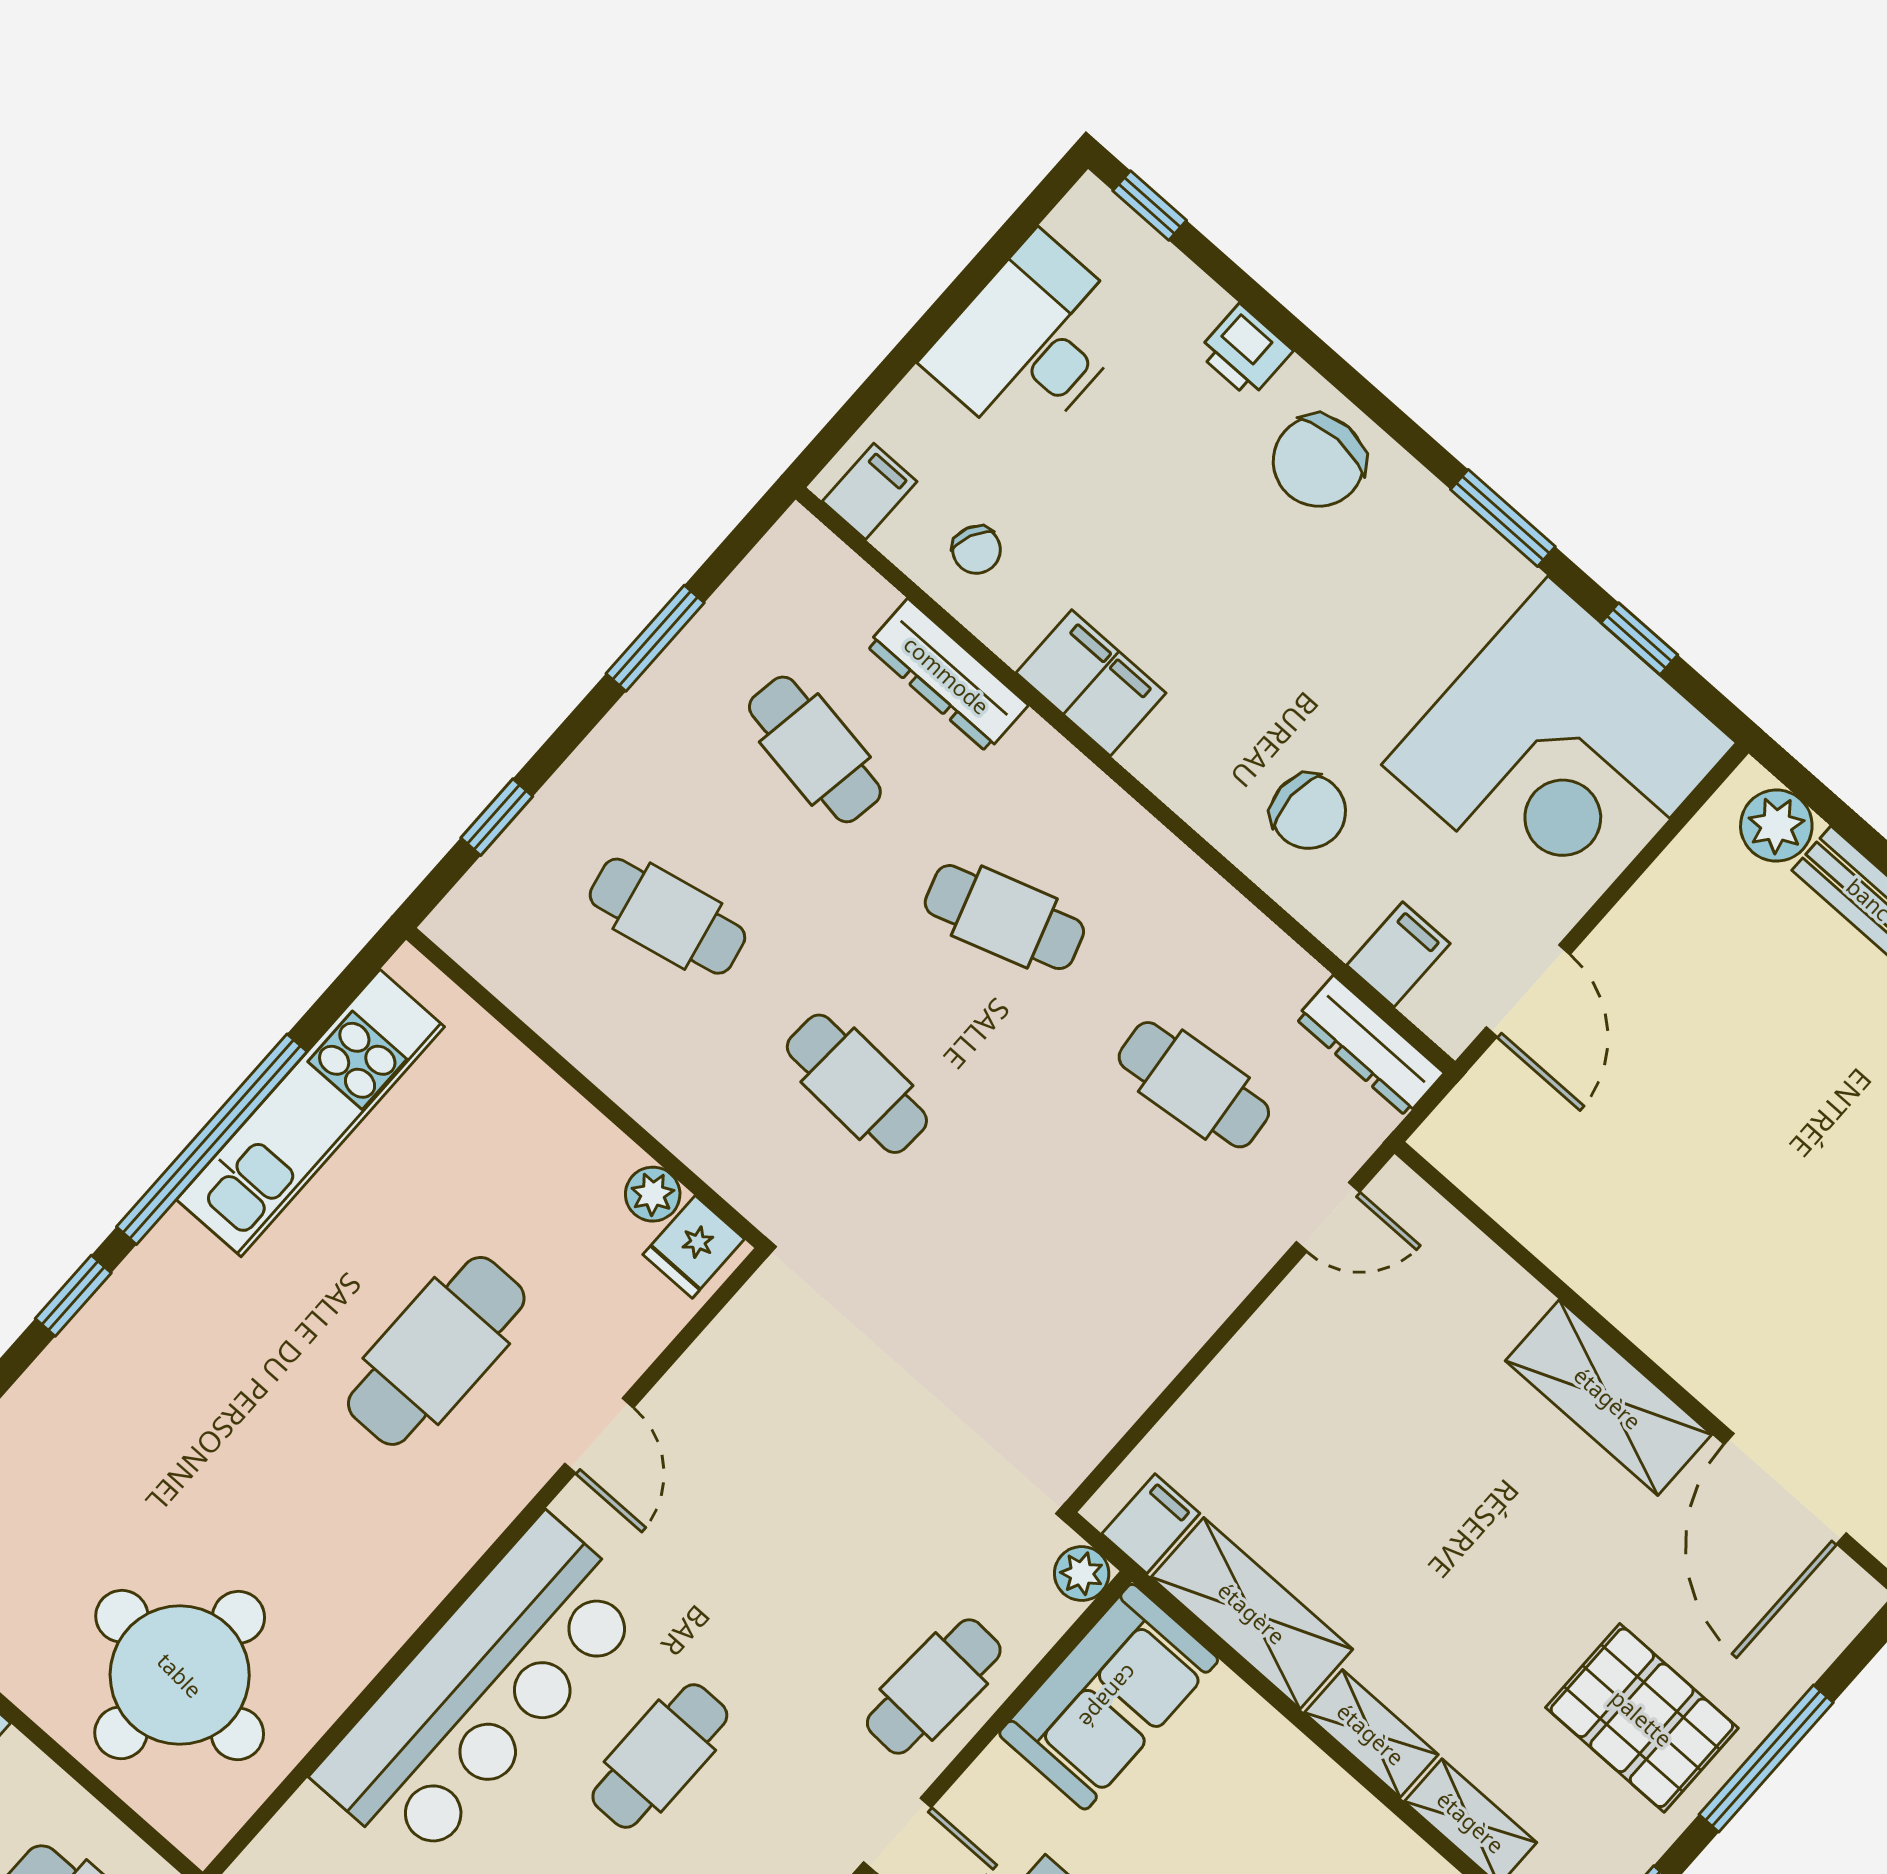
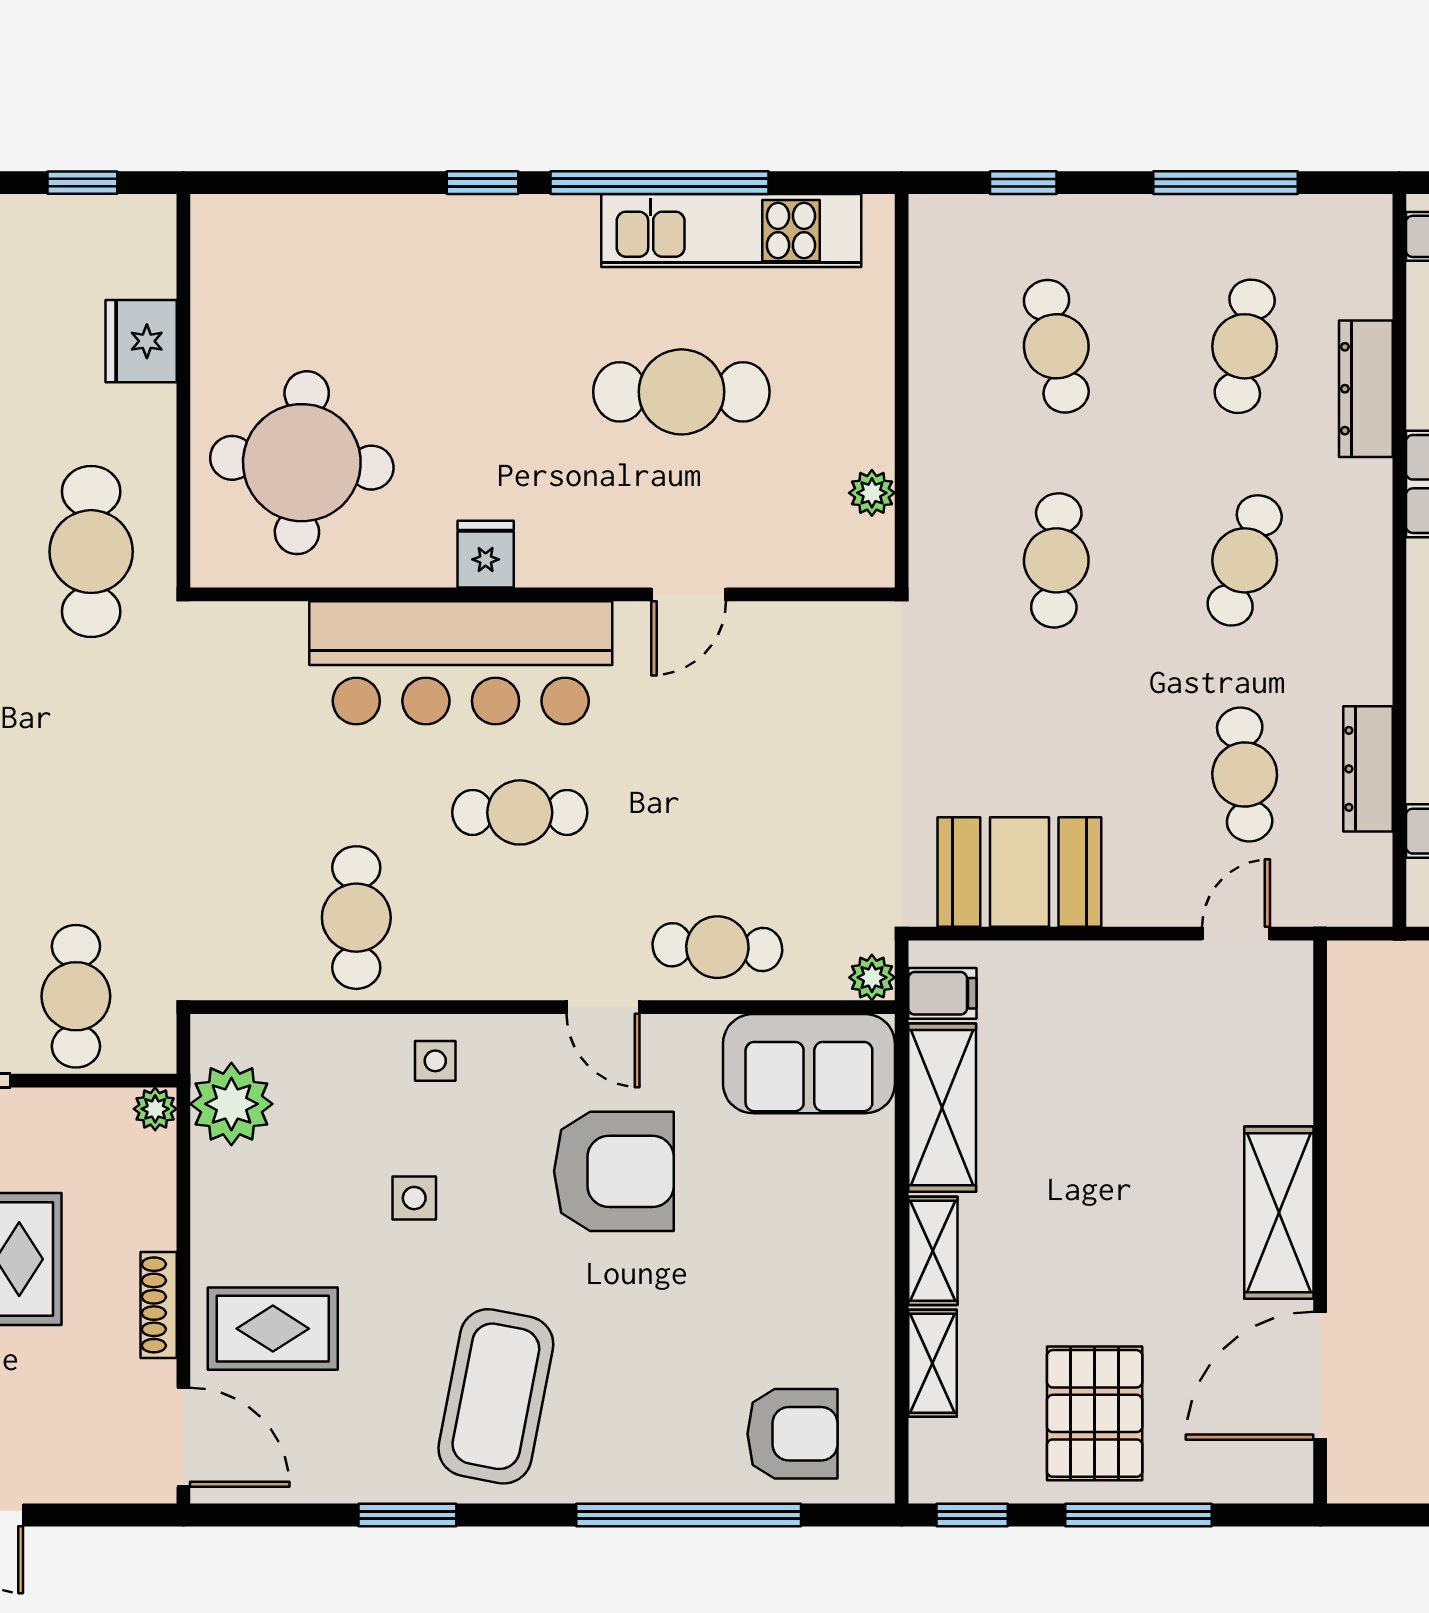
window: (655, 638) -> (1226, 183), width x1.44
cafe table: (1004, 917) -> (1245, 560), turned 36
dresser: (1370, 1046) -> (1368, 769), moved
door: (1328, 1217) -> (1236, 934), swing flipped
fridge: (694, 1247) -> (486, 554), moved, turned 90
cafe table: (436, 1351) -> (681, 392), moved
booth: (1104, 1360) -> (1019, 872), added

